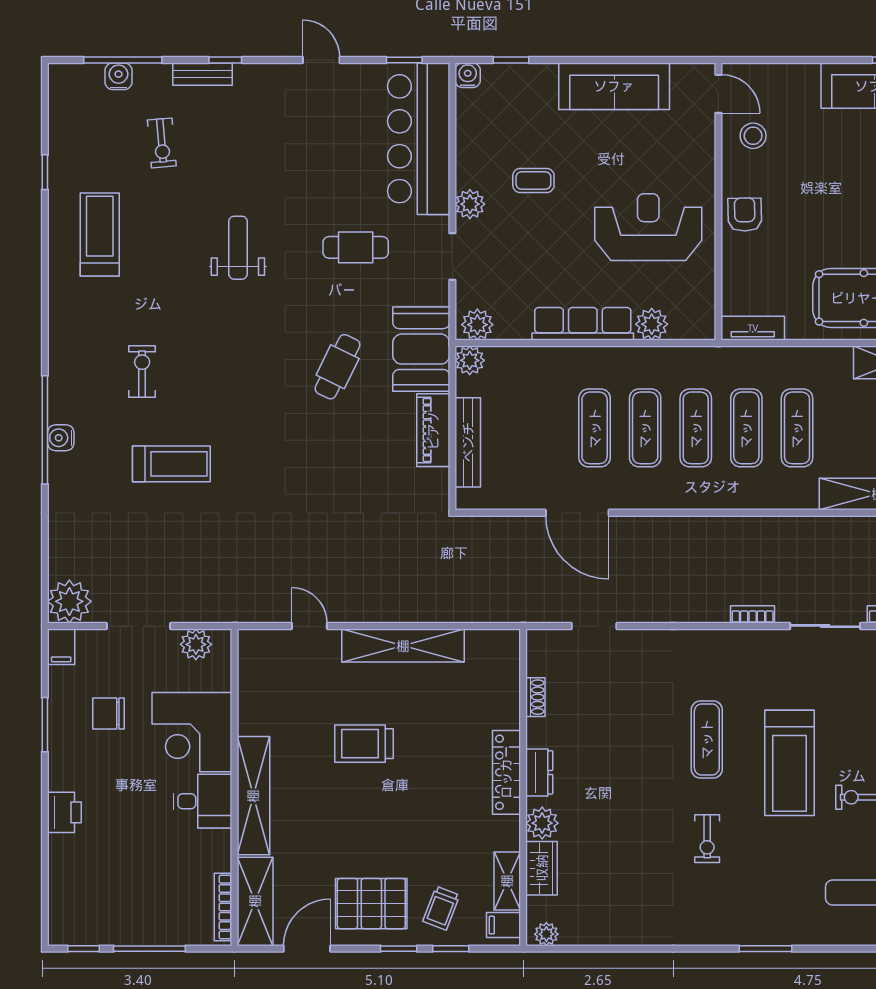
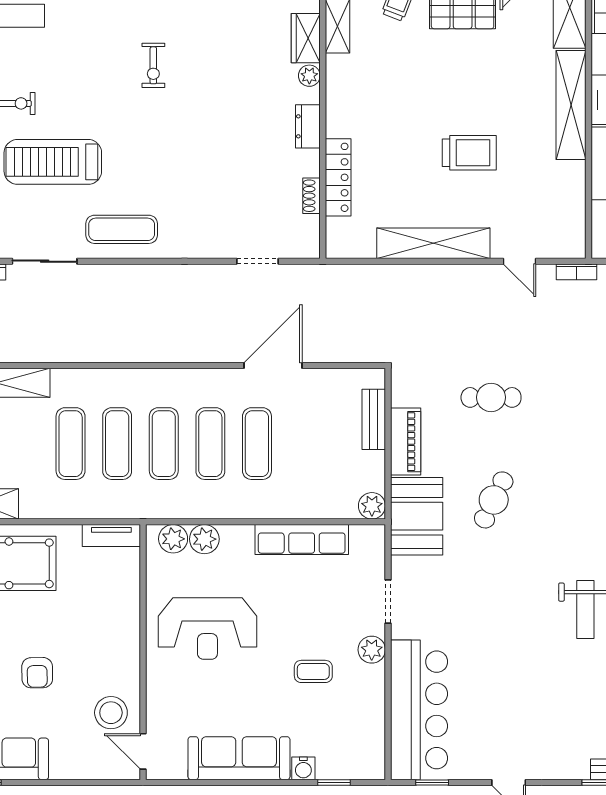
water cooler: (468, 75) -> (303, 768), moved
stool: (753, 136) -> (111, 713), width x1.38, depth x1.38
armchair: (745, 215) -> (37, 673), moved
cafe table: (356, 247) -> (491, 397), moved
row of seats: (583, 324) -> (302, 539), moved
plant: (477, 325) -> (173, 539), moved
bench: (468, 442) -> (374, 419), width x0.73
door: (577, 513) -> (273, 365), hinge flipped
bookcase: (753, 614) -> (577, 272), moved
exercise mat: (707, 739) -> (122, 229), moved, turned 90
treadmill: (790, 763) -> (53, 162), moved, turned -90
locker: (506, 772) -> (338, 177), moved
plant: (542, 823) -> (309, 76), width x0.73, depth x0.73
exercise bike: (707, 839) -> (153, 65), turned 180

